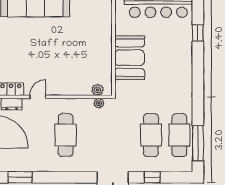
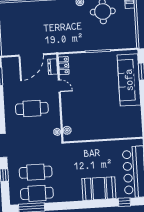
window: (198, 33) -> (124, 202), moved
booth: (130, 58) -> (99, 189), moved

